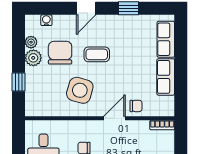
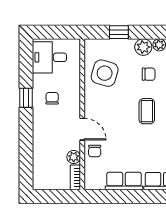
chair: (60, 53) -> (149, 74), width x0.54, depth x0.54
side table: (80, 90) -> (105, 73), moved
plant: (142, 127) -> (74, 157), added

